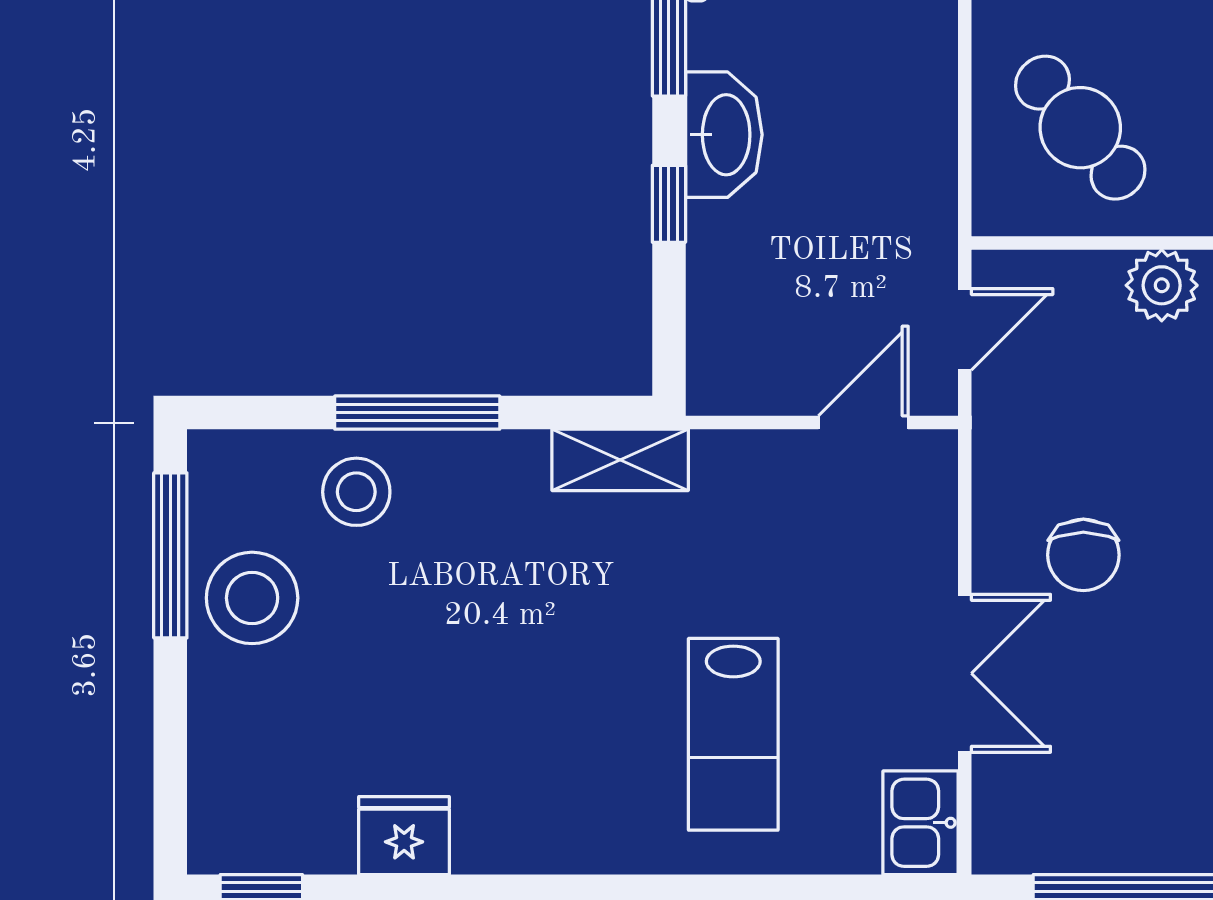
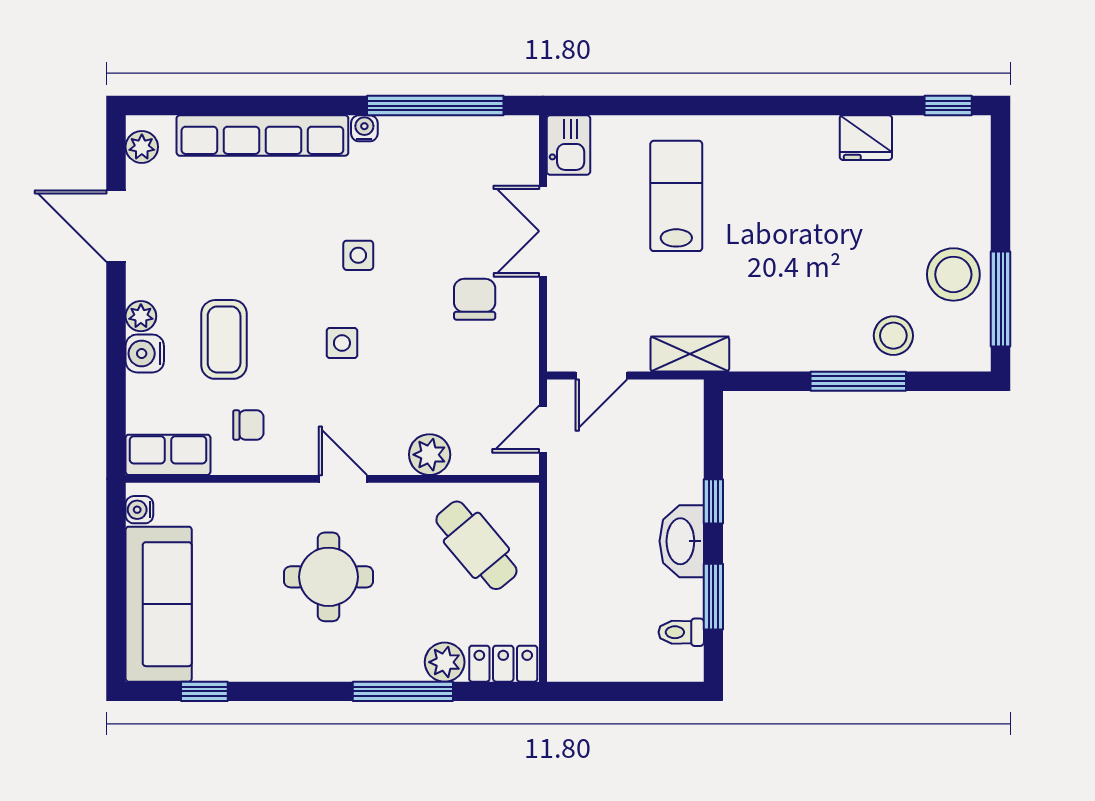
shelving: (620, 460) -> (690, 354), moved

